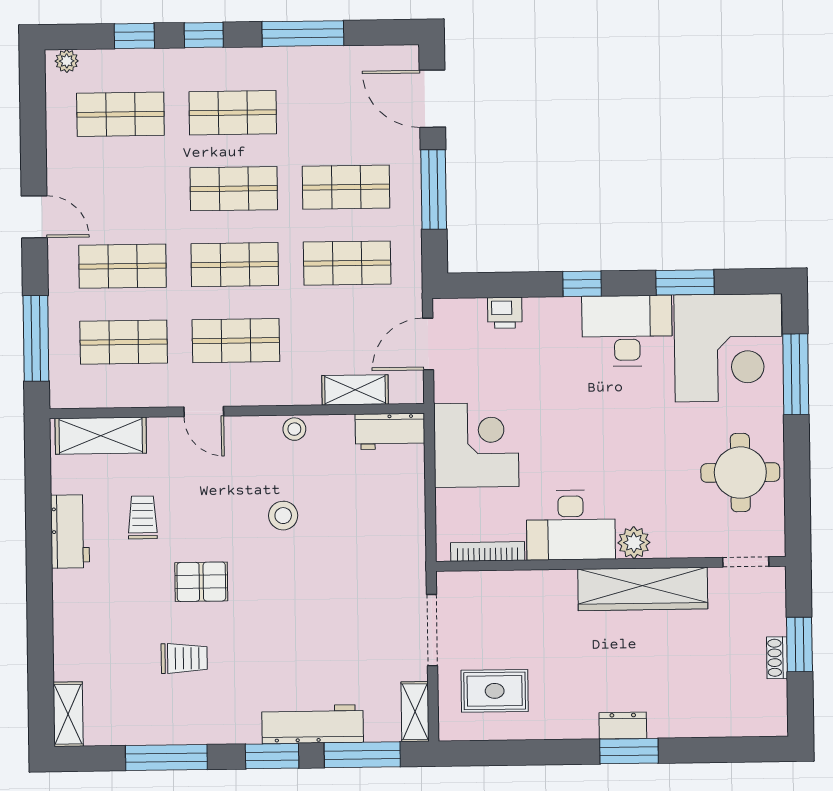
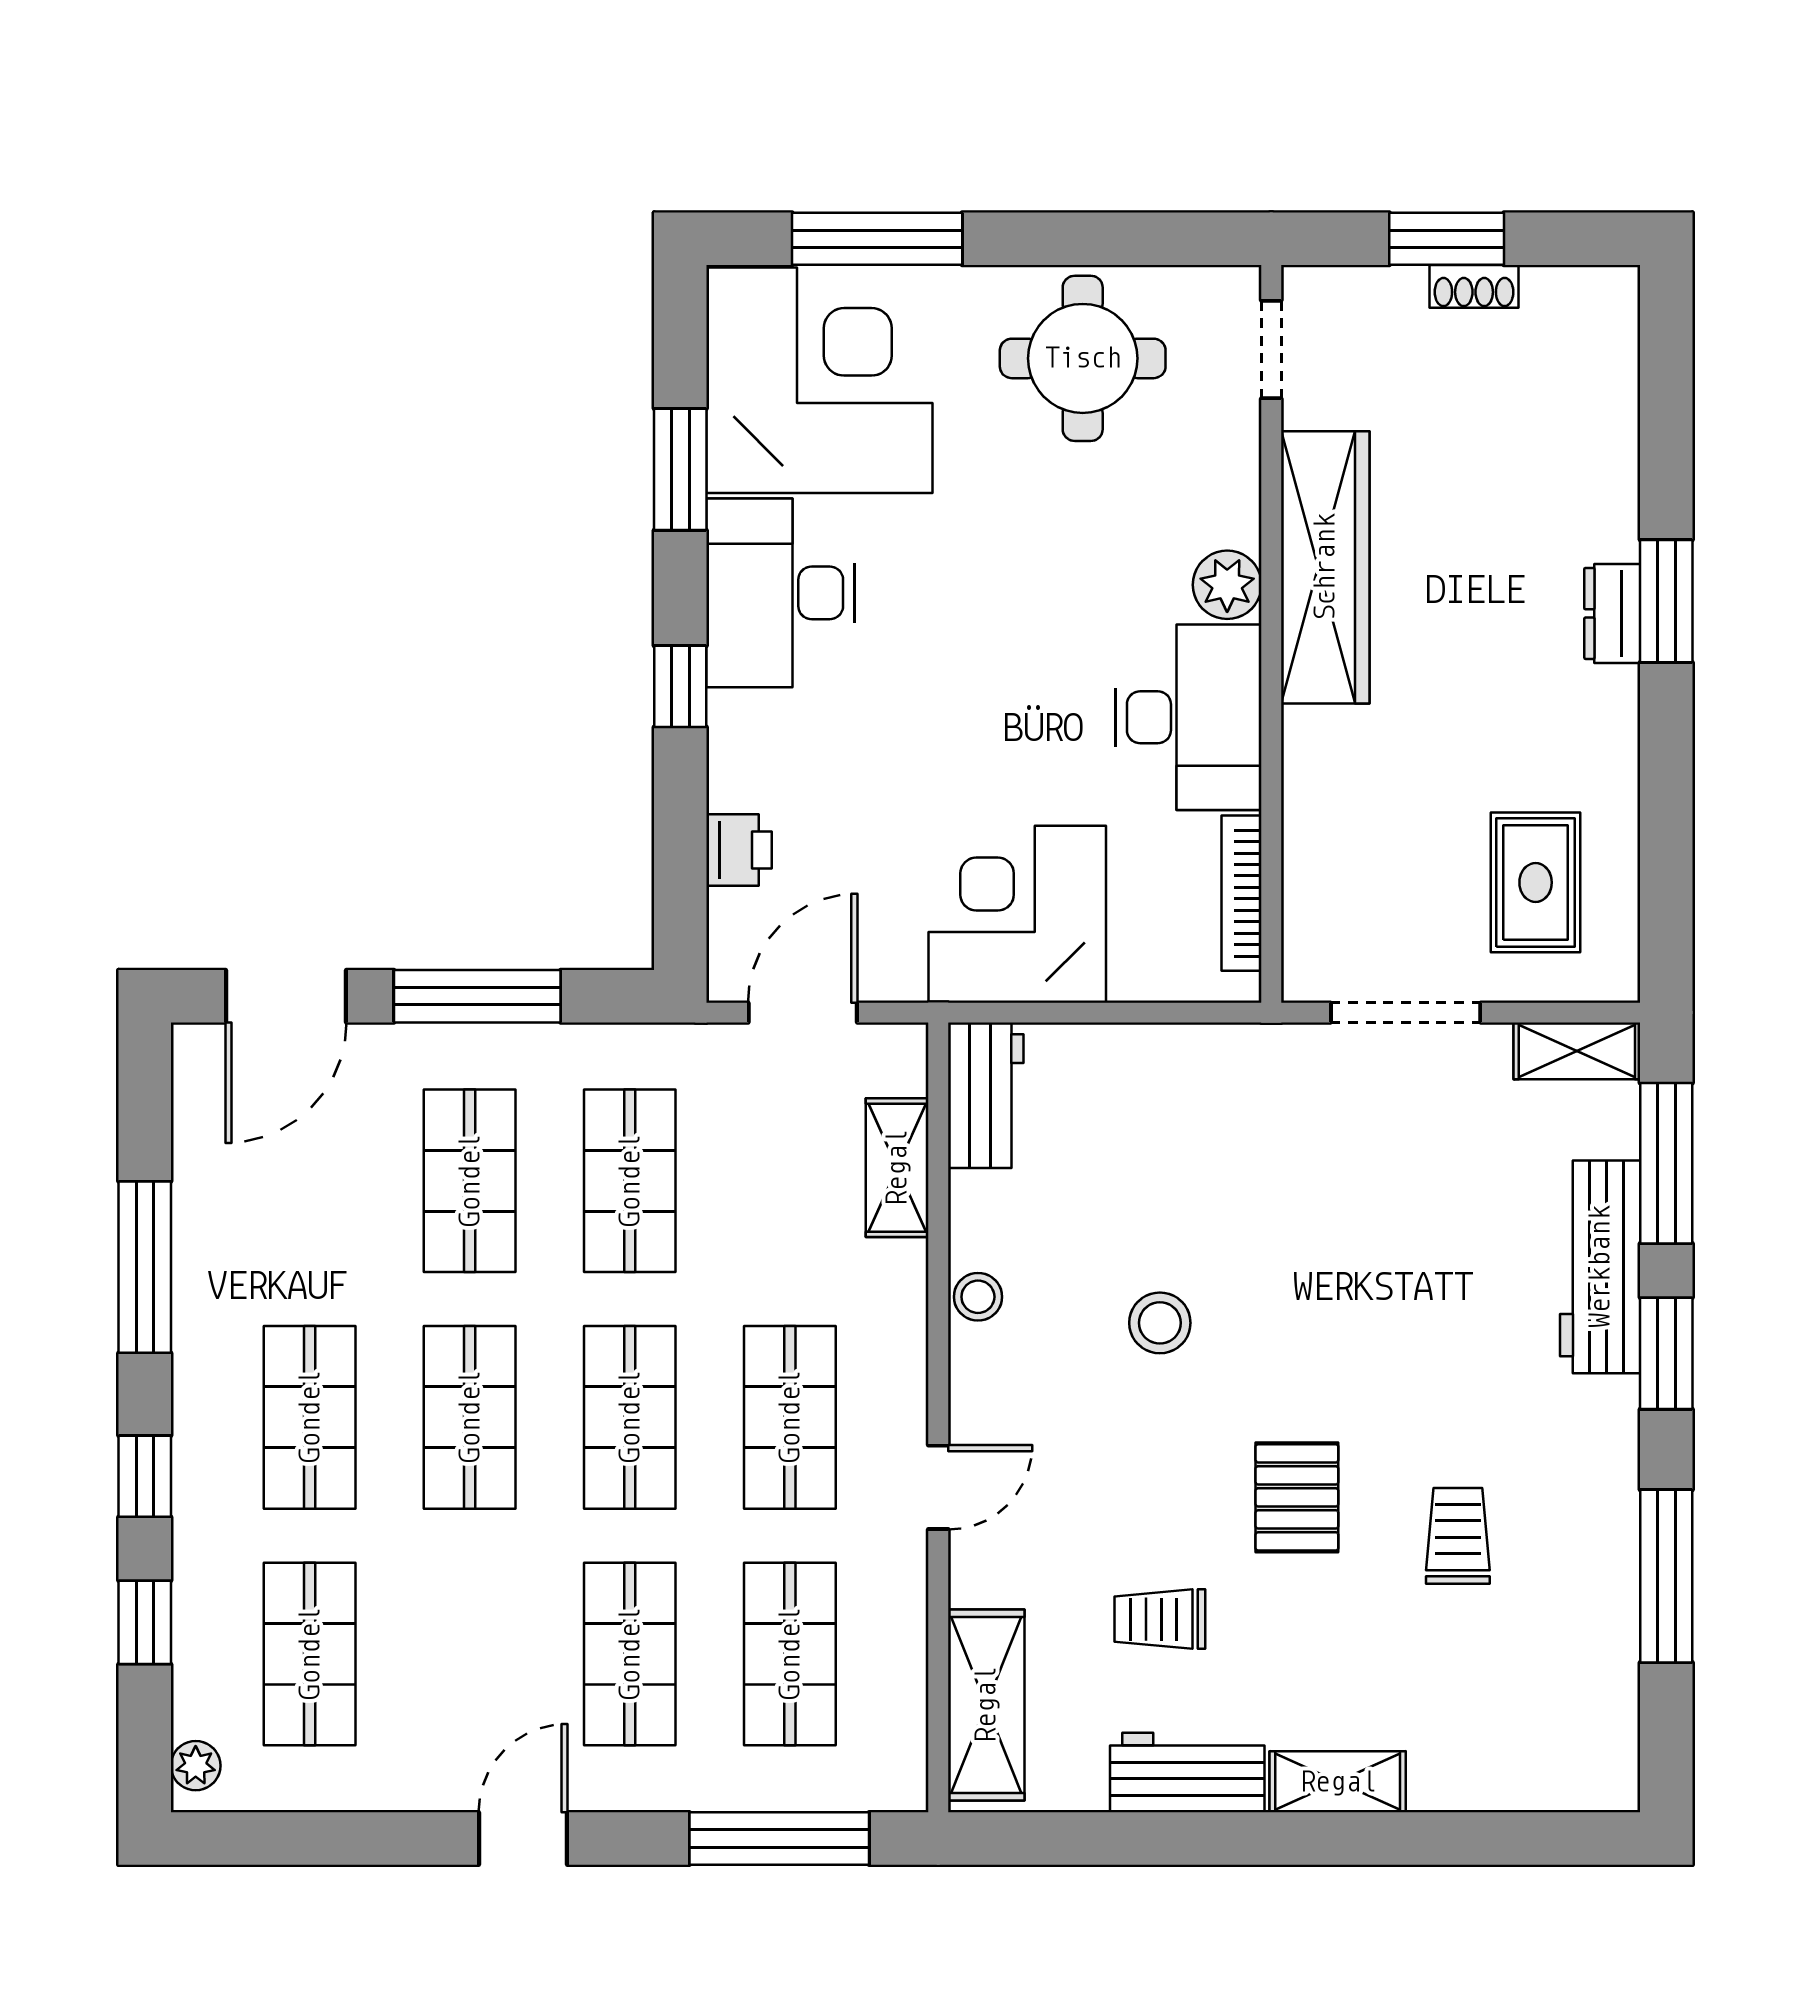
door: (428, 344) -> (803, 1013), swing flipped
shelving: (68, 714) -> (1338, 1782), moved

